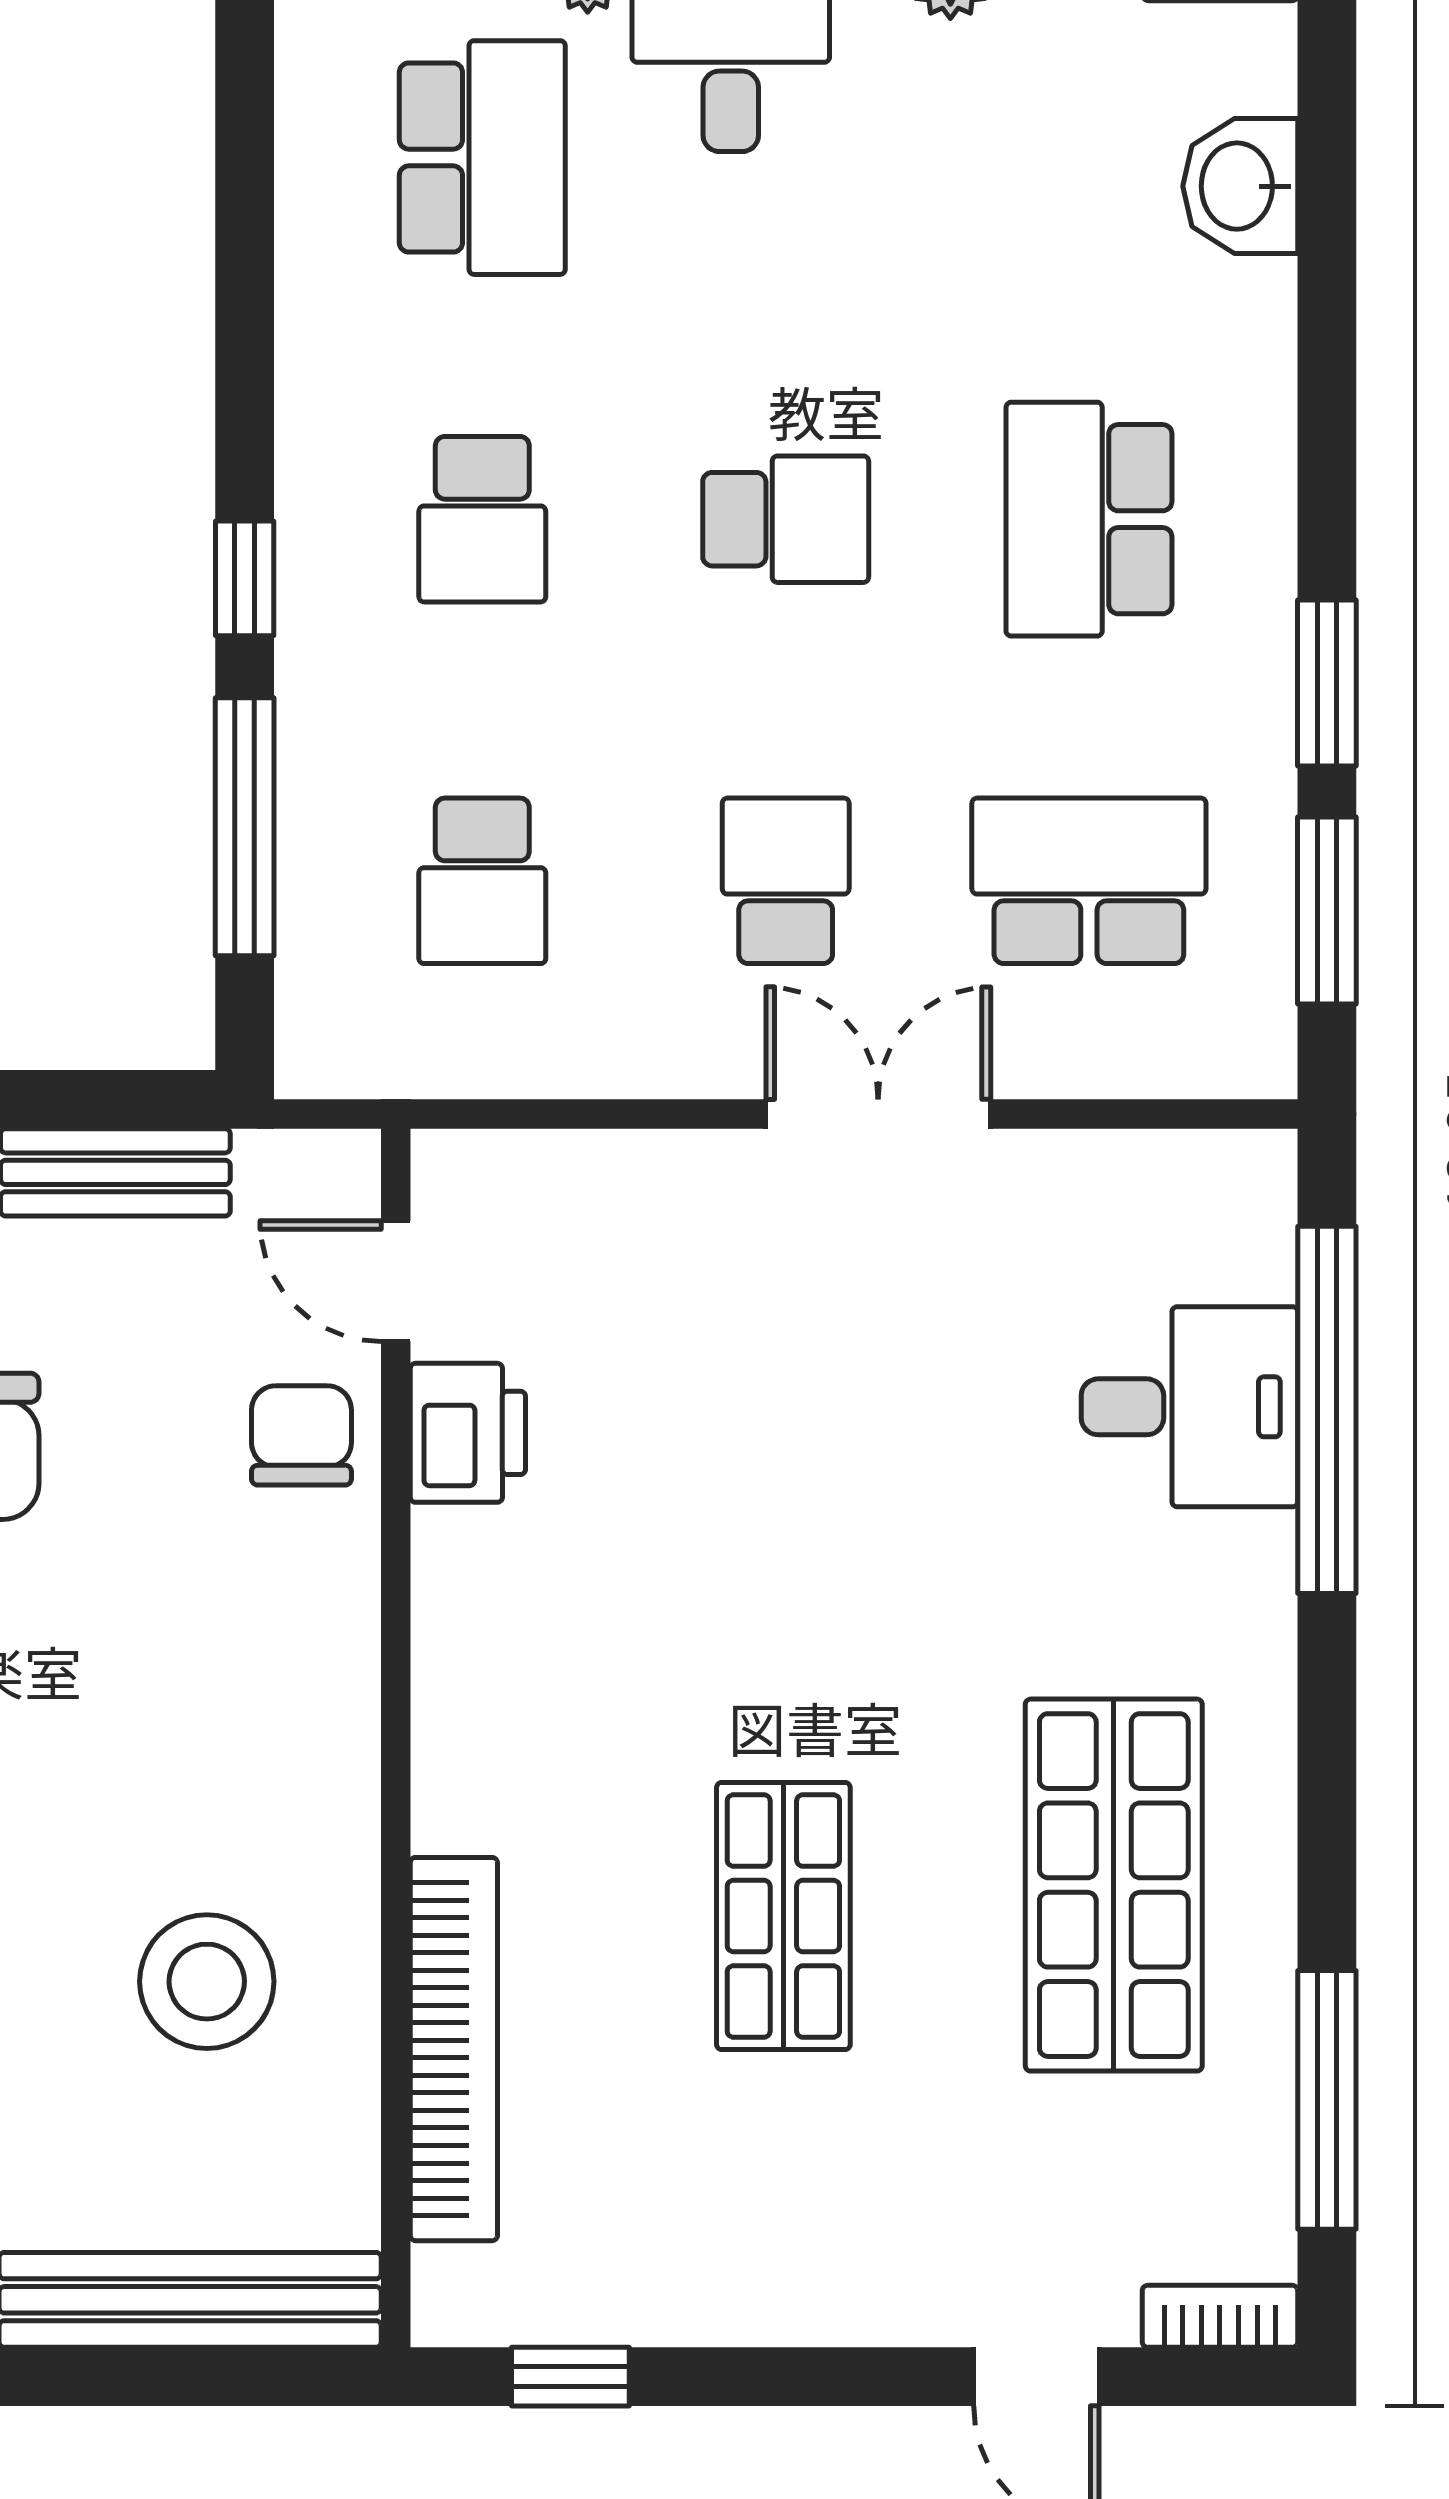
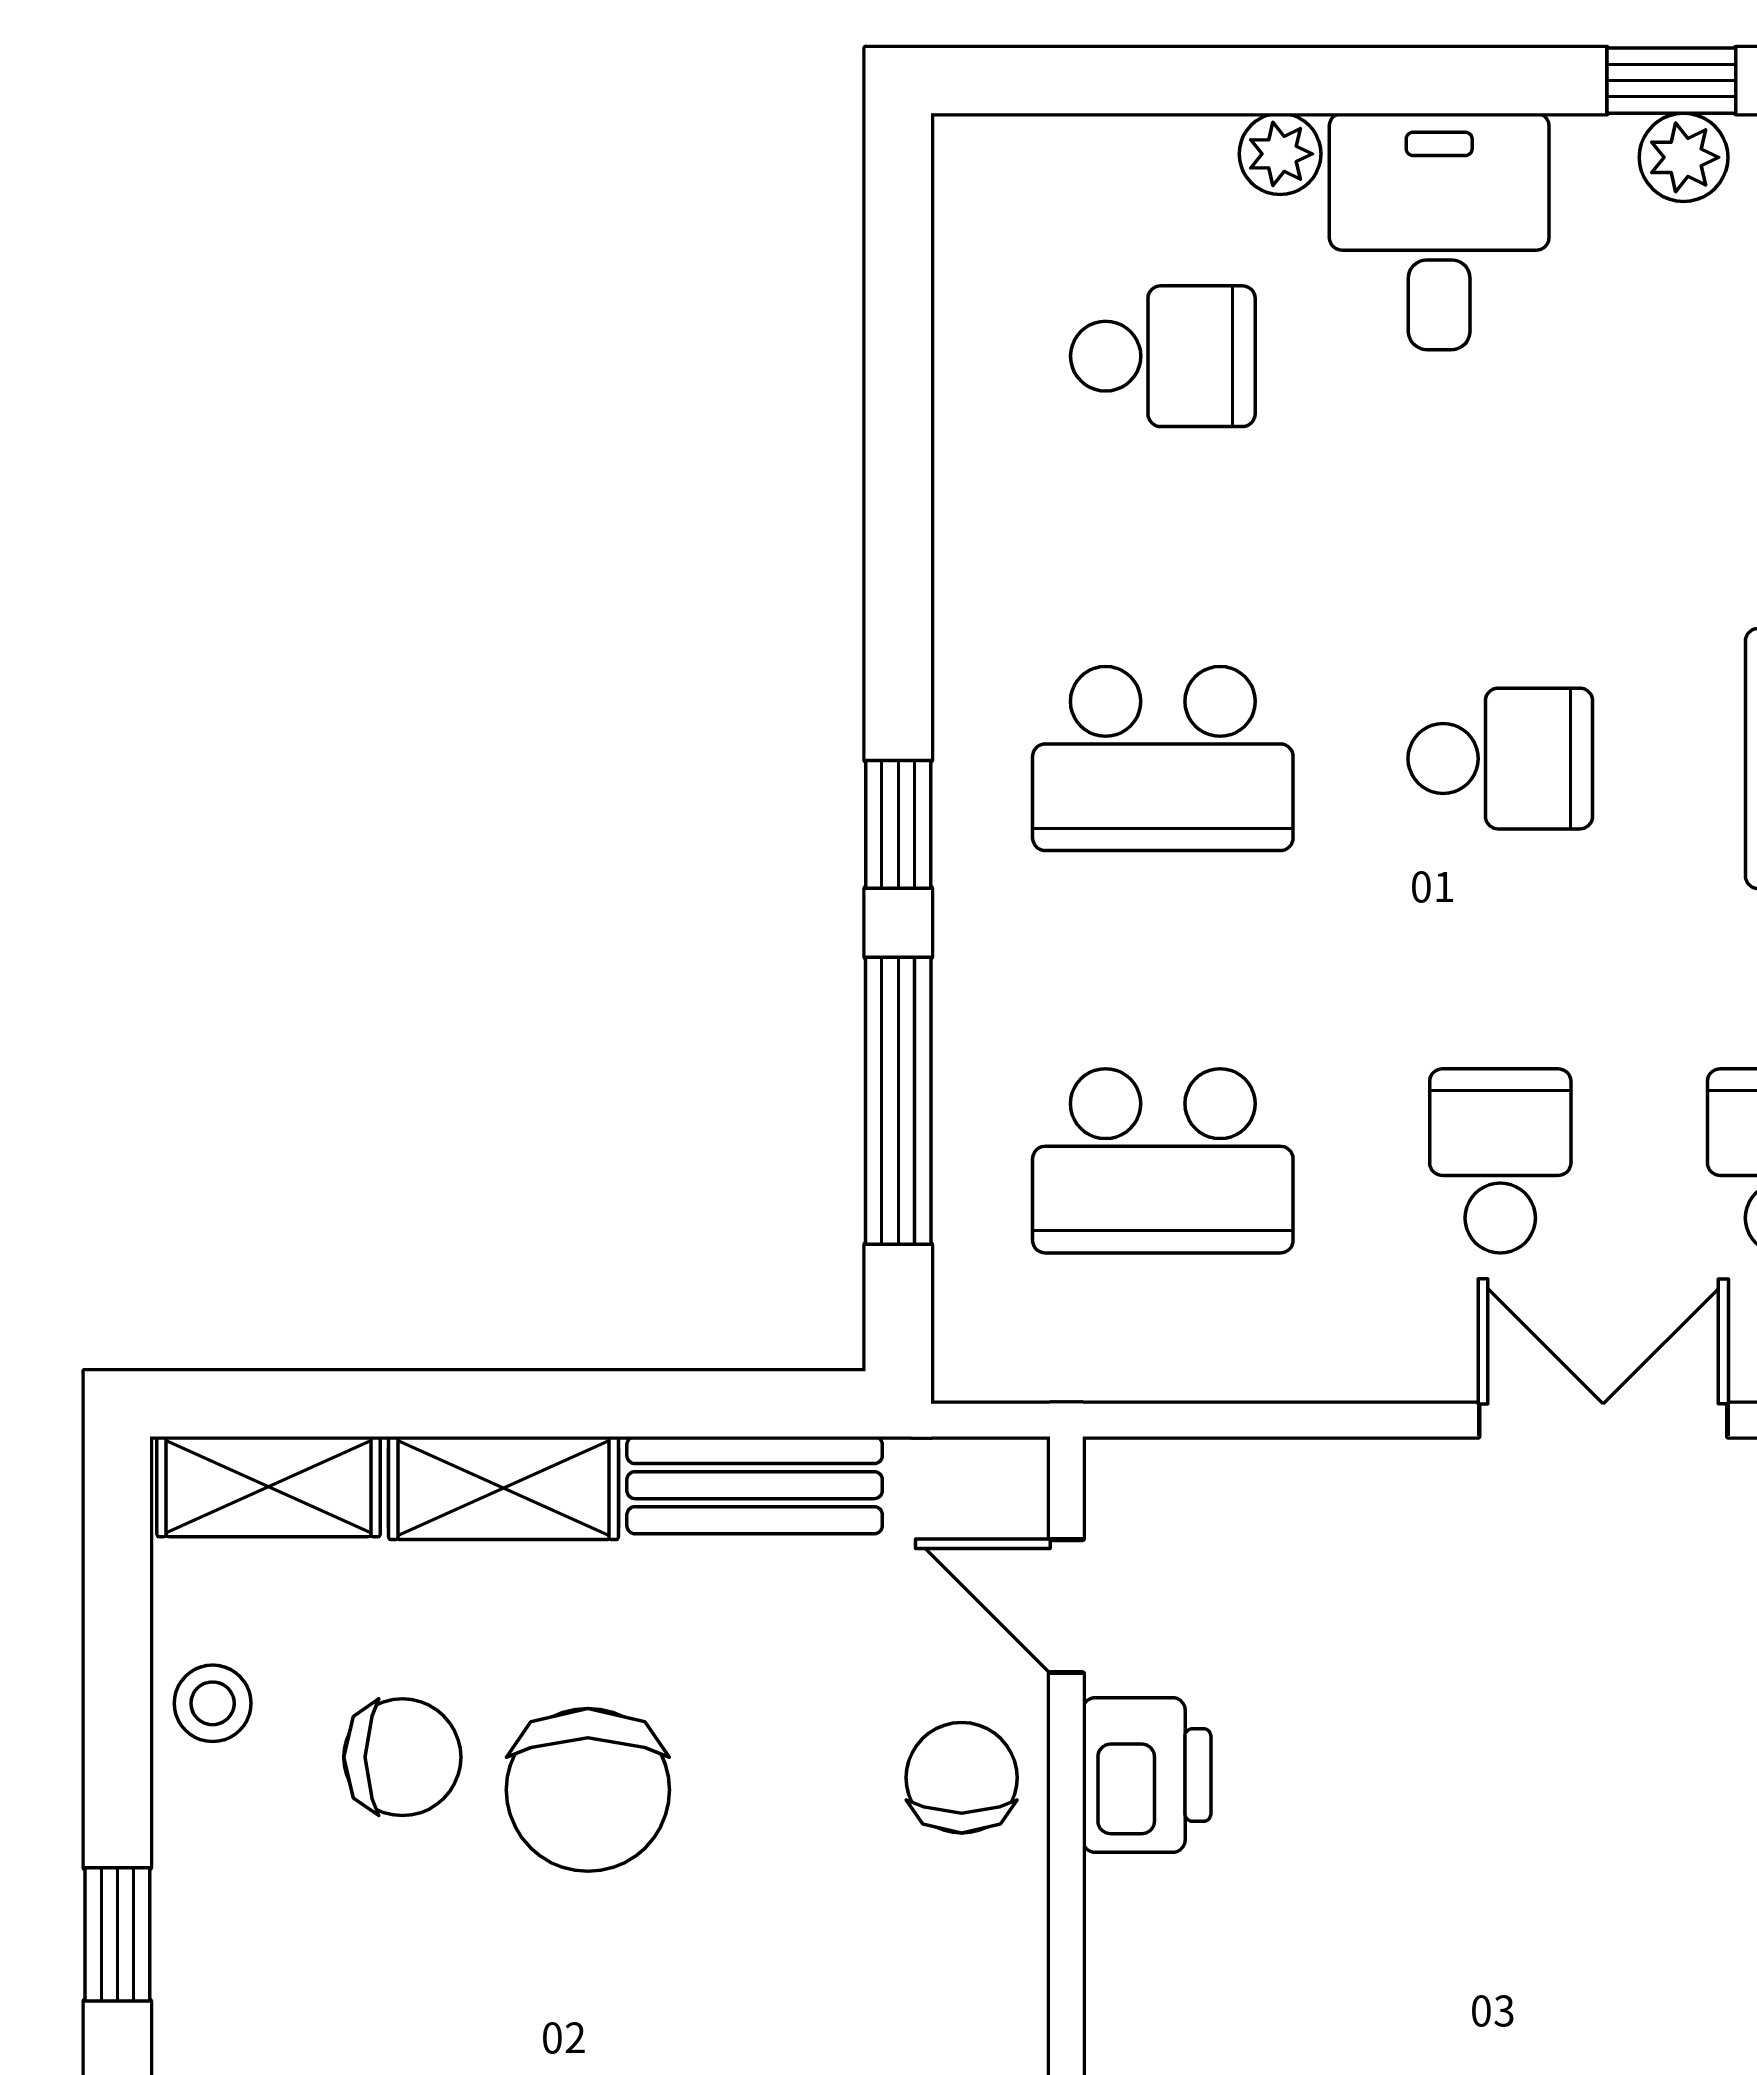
school desk: (482, 158) -> (1163, 356), width x0.54
school desk: (482, 519) -> (1163, 759), width x1.85
school desk: (482, 881) -> (1163, 1161), width x1.85

